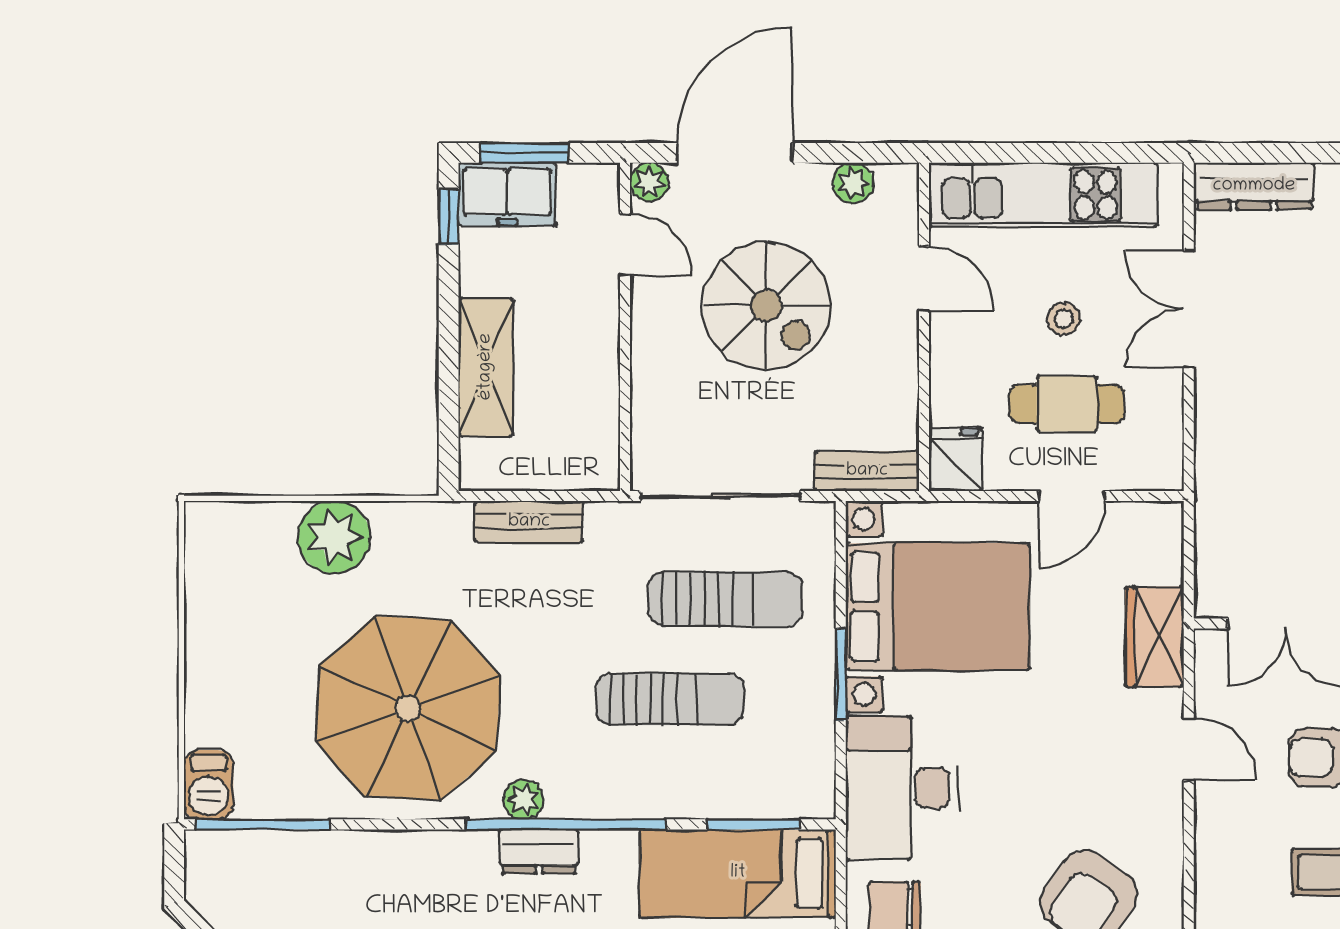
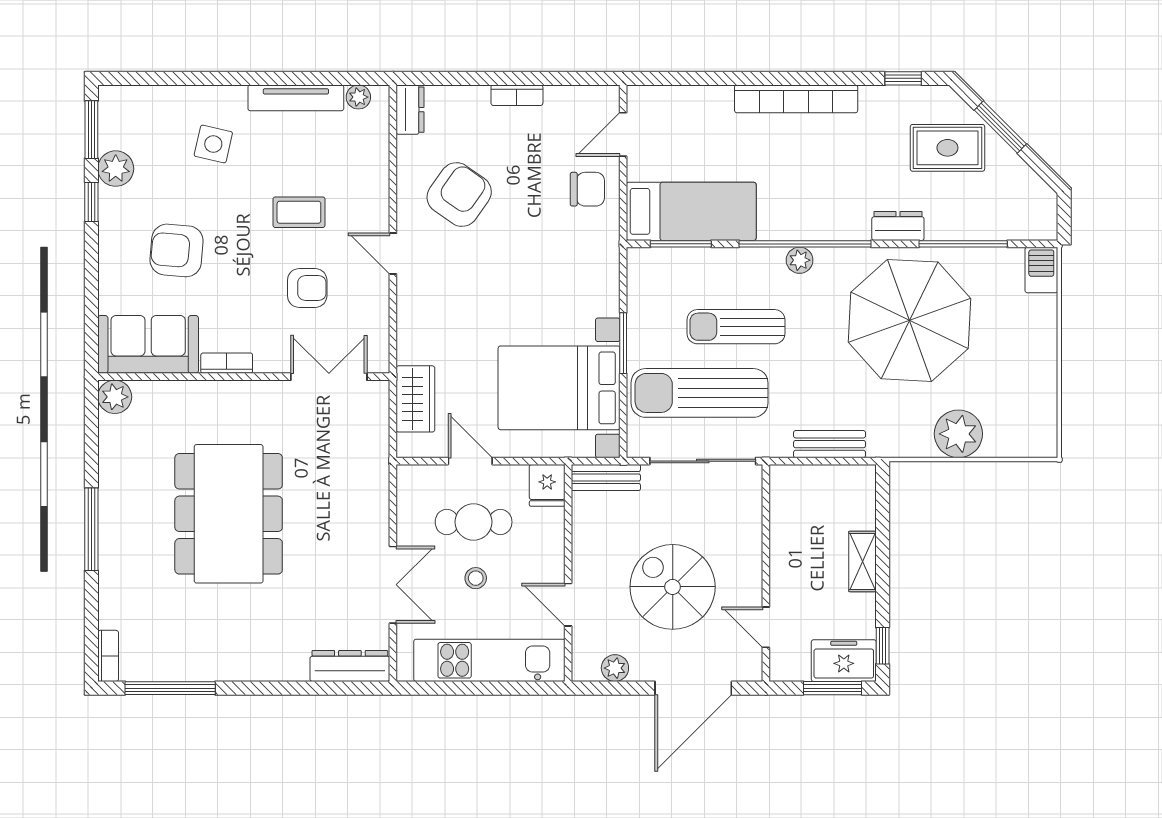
plant: (649, 182) -> (750, 669), removed
shelving: (486, 367) -> (862, 561), width x0.67, depth x0.75
door: (1072, 496) -> (470, 461), hinge flipped
sun lounger: (725, 599) -> (699, 393), width x1.36, depth x1.34
wardrobe: (1155, 637) -> (415, 399), moved
door: (1189, 749) -> (393, 254), moved
desk: (902, 788) -> (583, 268), removed
plant: (523, 800) -> (800, 260), moved
window: (263, 824) -> (963, 244), moved
dresser: (539, 851) -> (898, 226), moved

